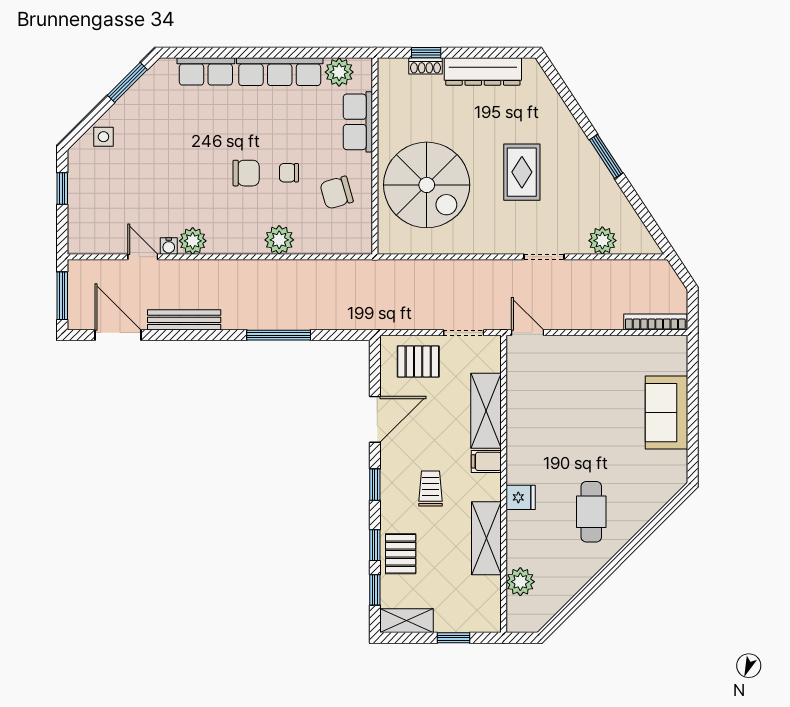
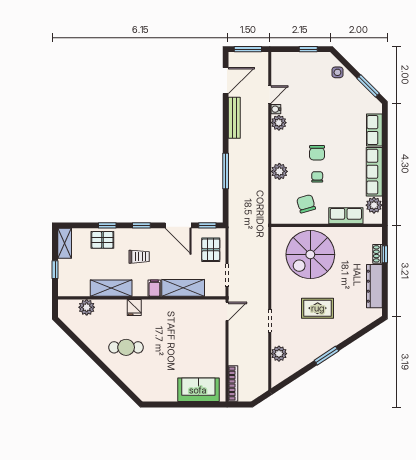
sofa: (666, 413) -> (198, 390), moved
window: (375, 590) -> (207, 225), moved

